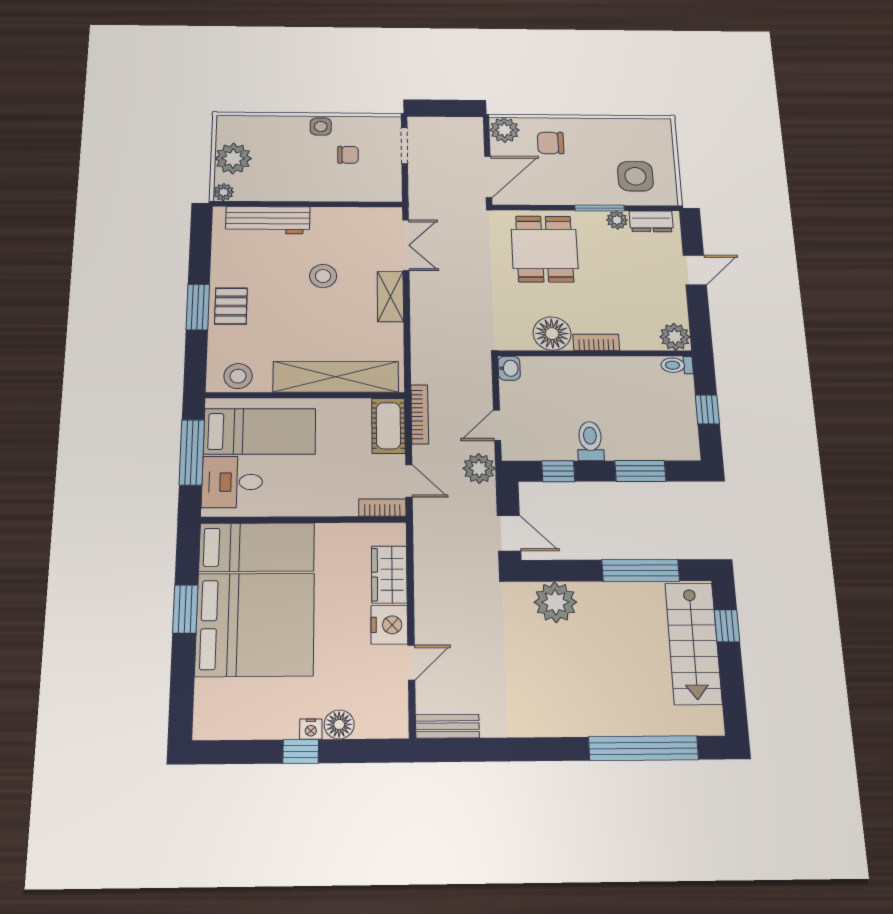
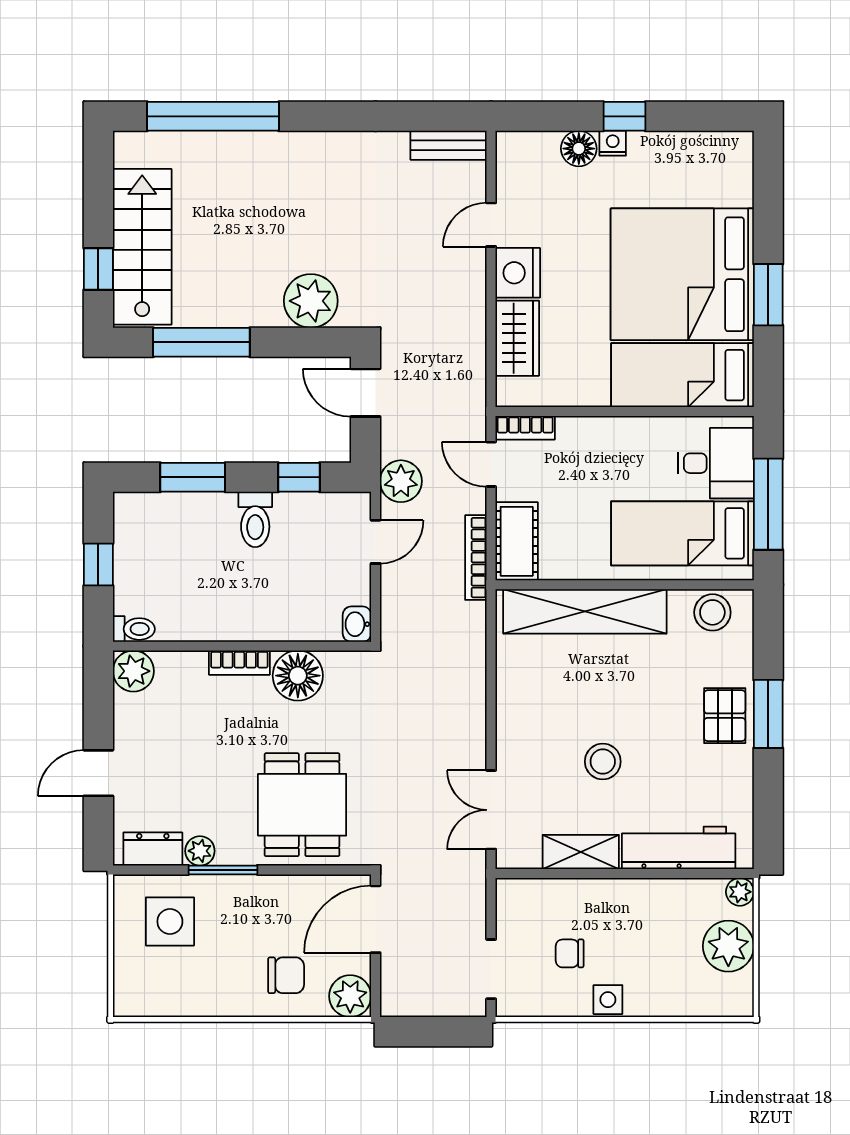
shelving: (390, 297) -> (581, 852), moved, turned 90

